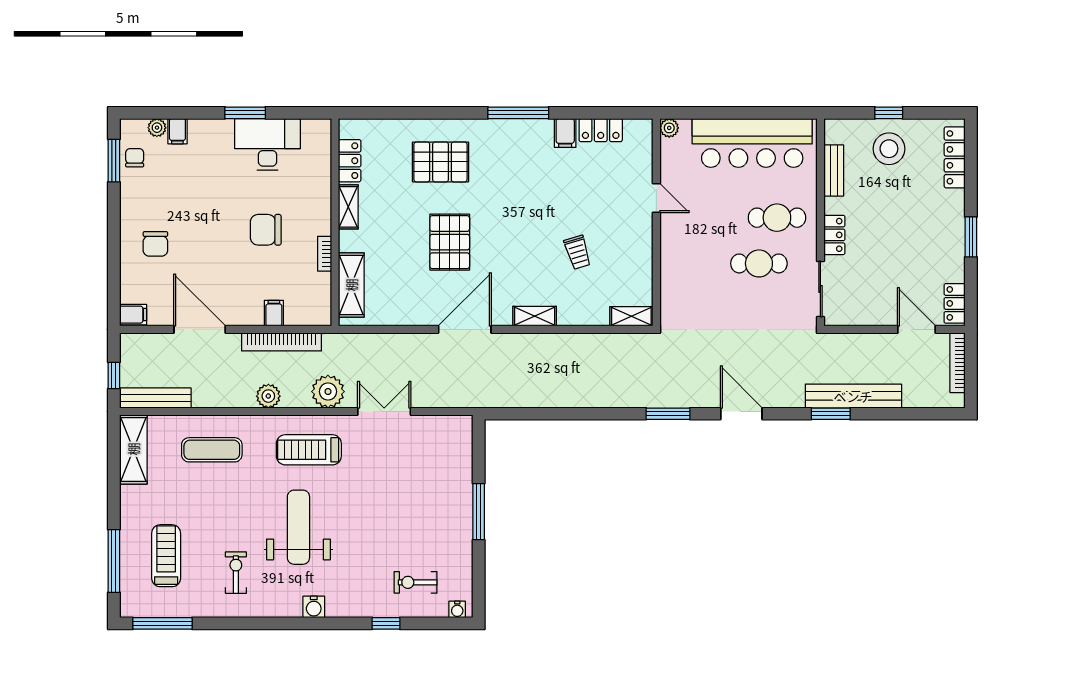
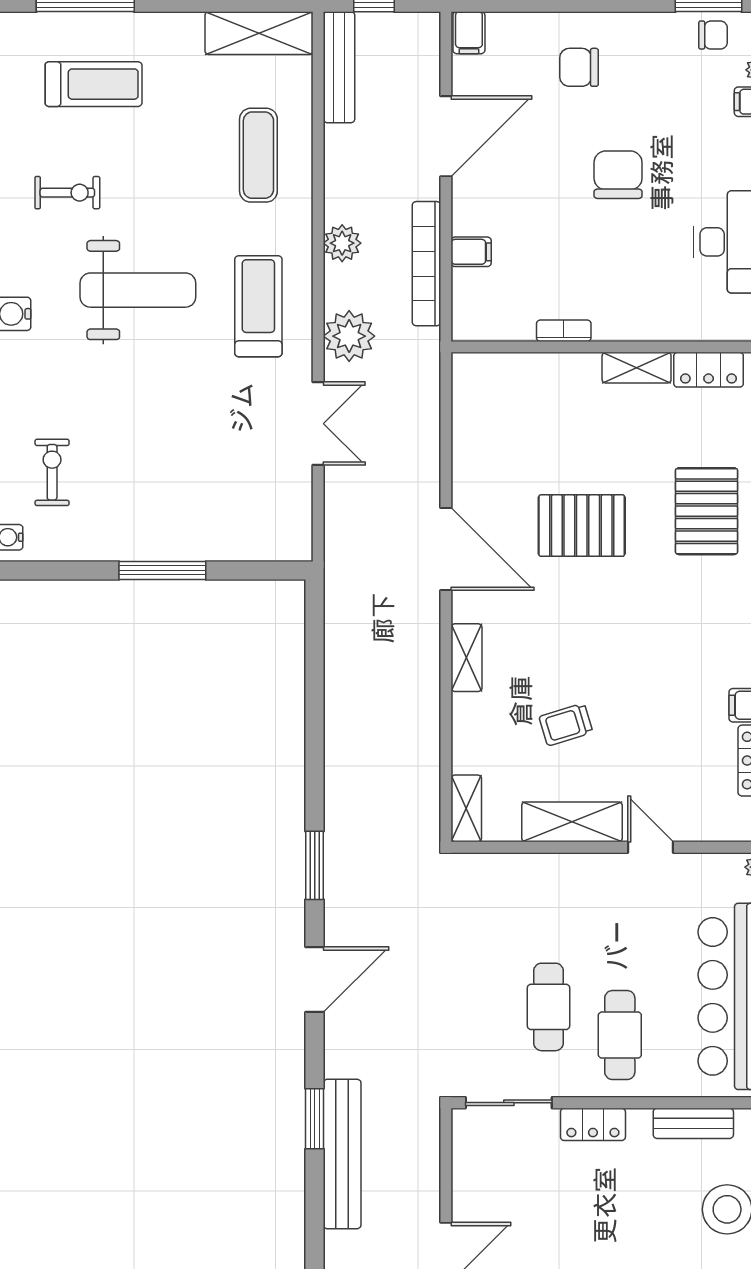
door: (656, 198) -> (651, 847), swing flipped
chair: (266, 230) -> (618, 175), moved
shelving: (351, 285) -> (572, 822), moved

